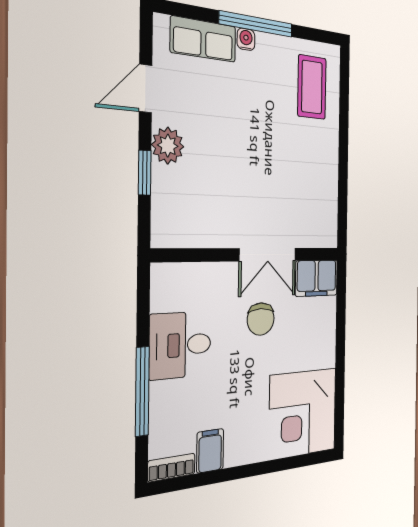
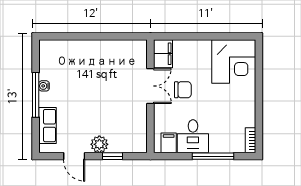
water cooler: (246, 39) -> (44, 86), moved
coffee table: (312, 87) -> (63, 59), removed
filing cabinet: (210, 451) -> (169, 143), moved, turned 90

